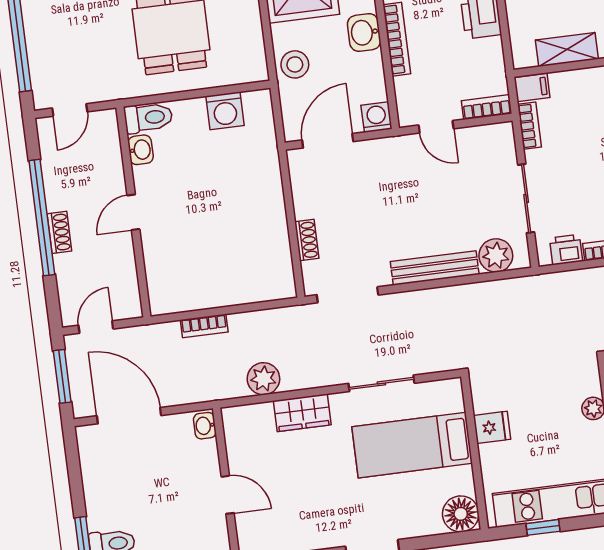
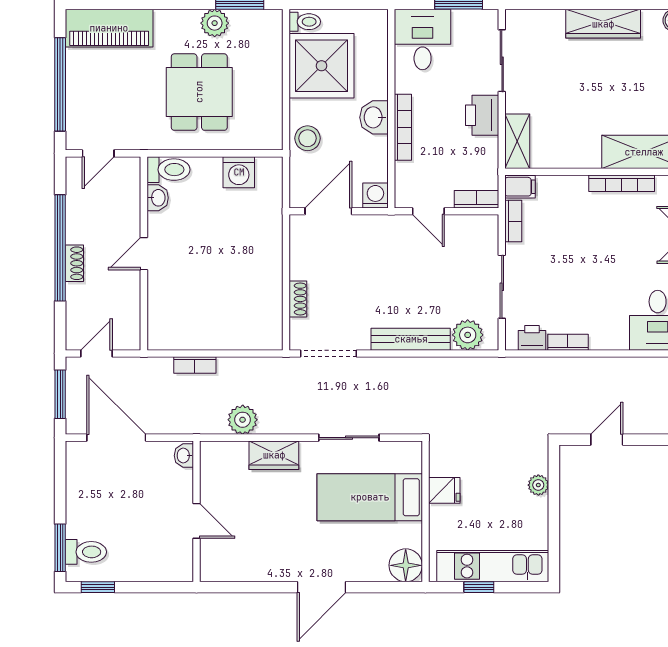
shelving: (567, 49) -> (517, 141), moved, turned 90

